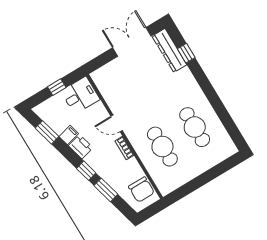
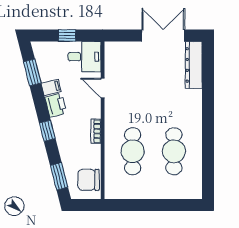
window: (186, 53) -> (208, 77), removed
door: (117, 123) -> (103, 88), moved
window: (106, 190) -> (59, 176), moved
chair: (141, 190) -> (89, 180), turned 90

